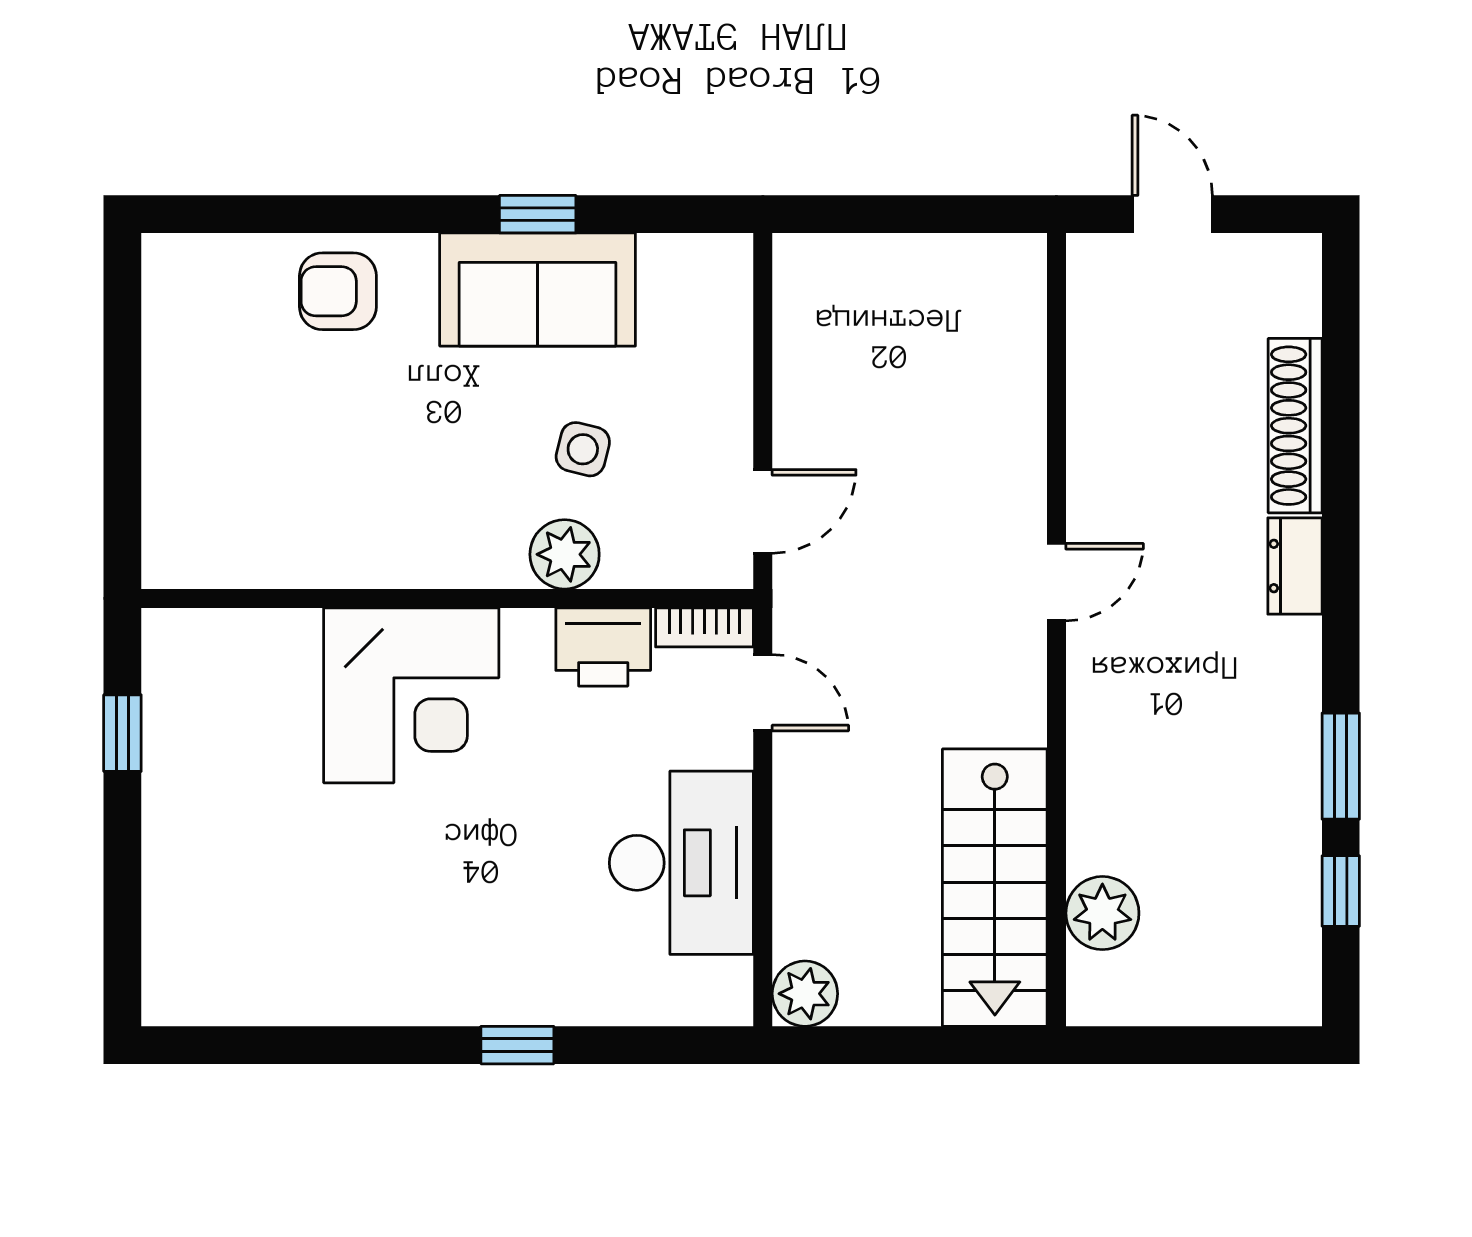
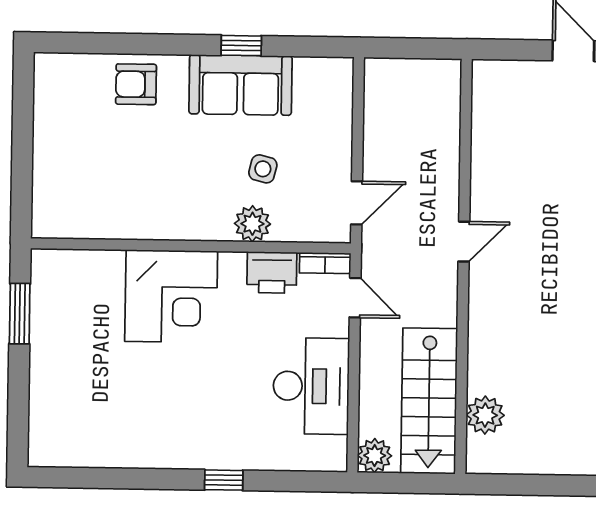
door: (1056, 582) -> (464, 242), moved
wall: (1056, 630) -> (463, 266), moved
window: (122, 733) -> (20, 314), width x1.50
stairs: (995, 888) -> (429, 401), moved
plant: (1102, 913) -> (485, 415), moved

